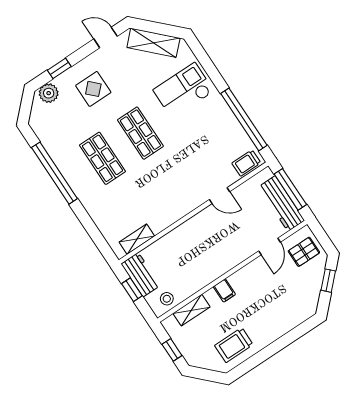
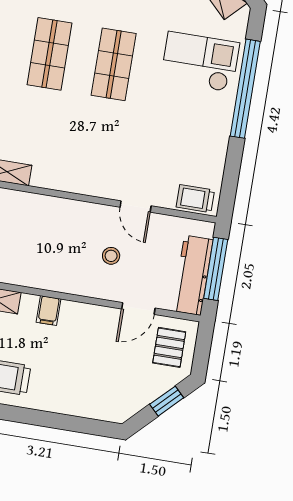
window: (244, 119) -> (245, 89), moved
stool: (230, 233) -> (111, 256), added
pallet: (304, 252) -> (169, 347), turned 90

